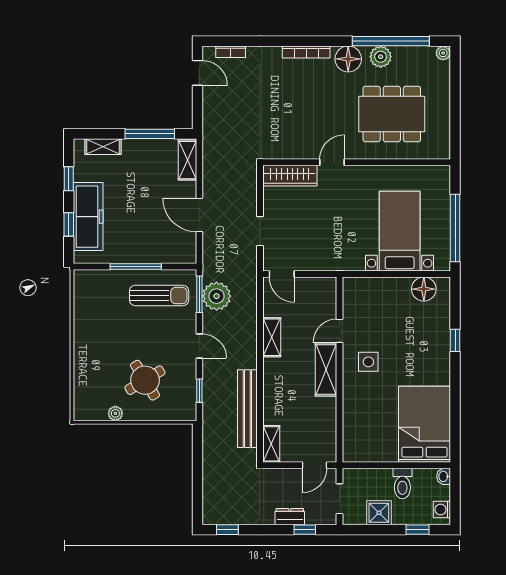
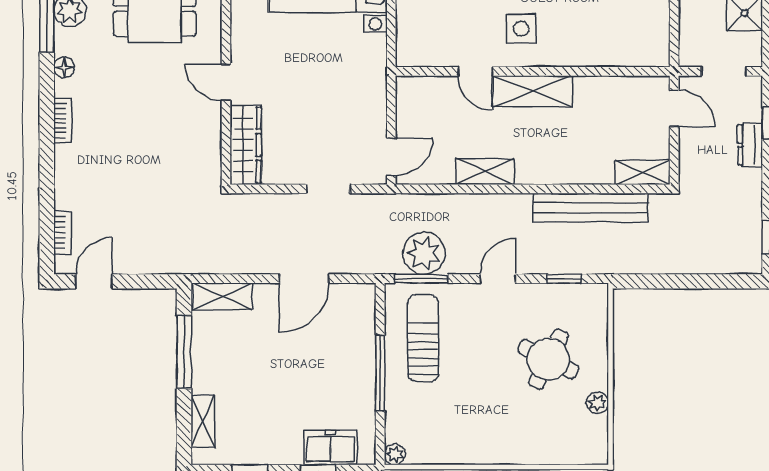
bookcase: (306, 52) -> (63, 121), width x0.64
floor lamp: (348, 59) -> (64, 67), width x0.53, depth x0.53
freezer: (88, 217) -> (330, 448), width x0.52, depth x0.79
plant: (81, 276) -> (395, 454), added
round table: (145, 380) -> (548, 359), turned -32

